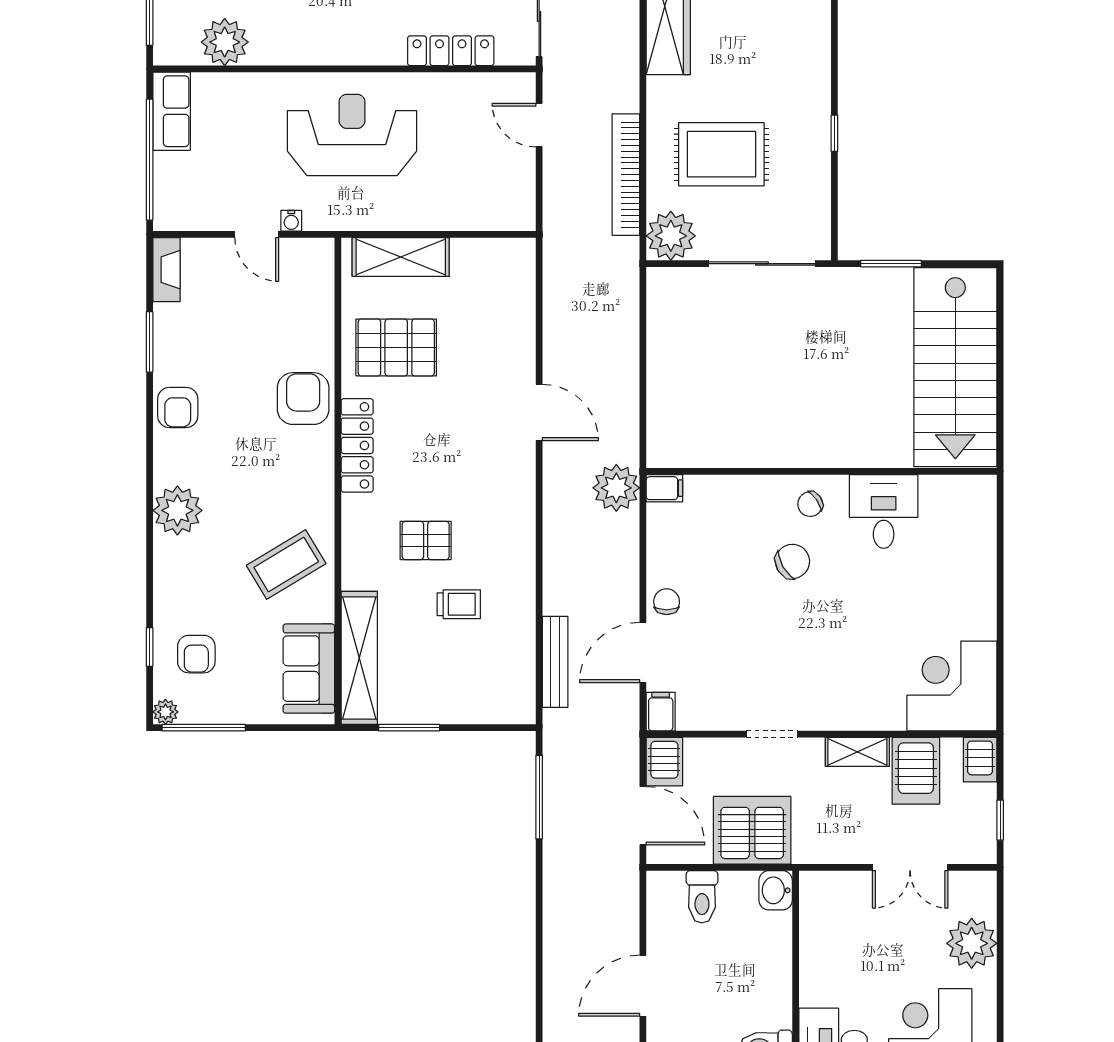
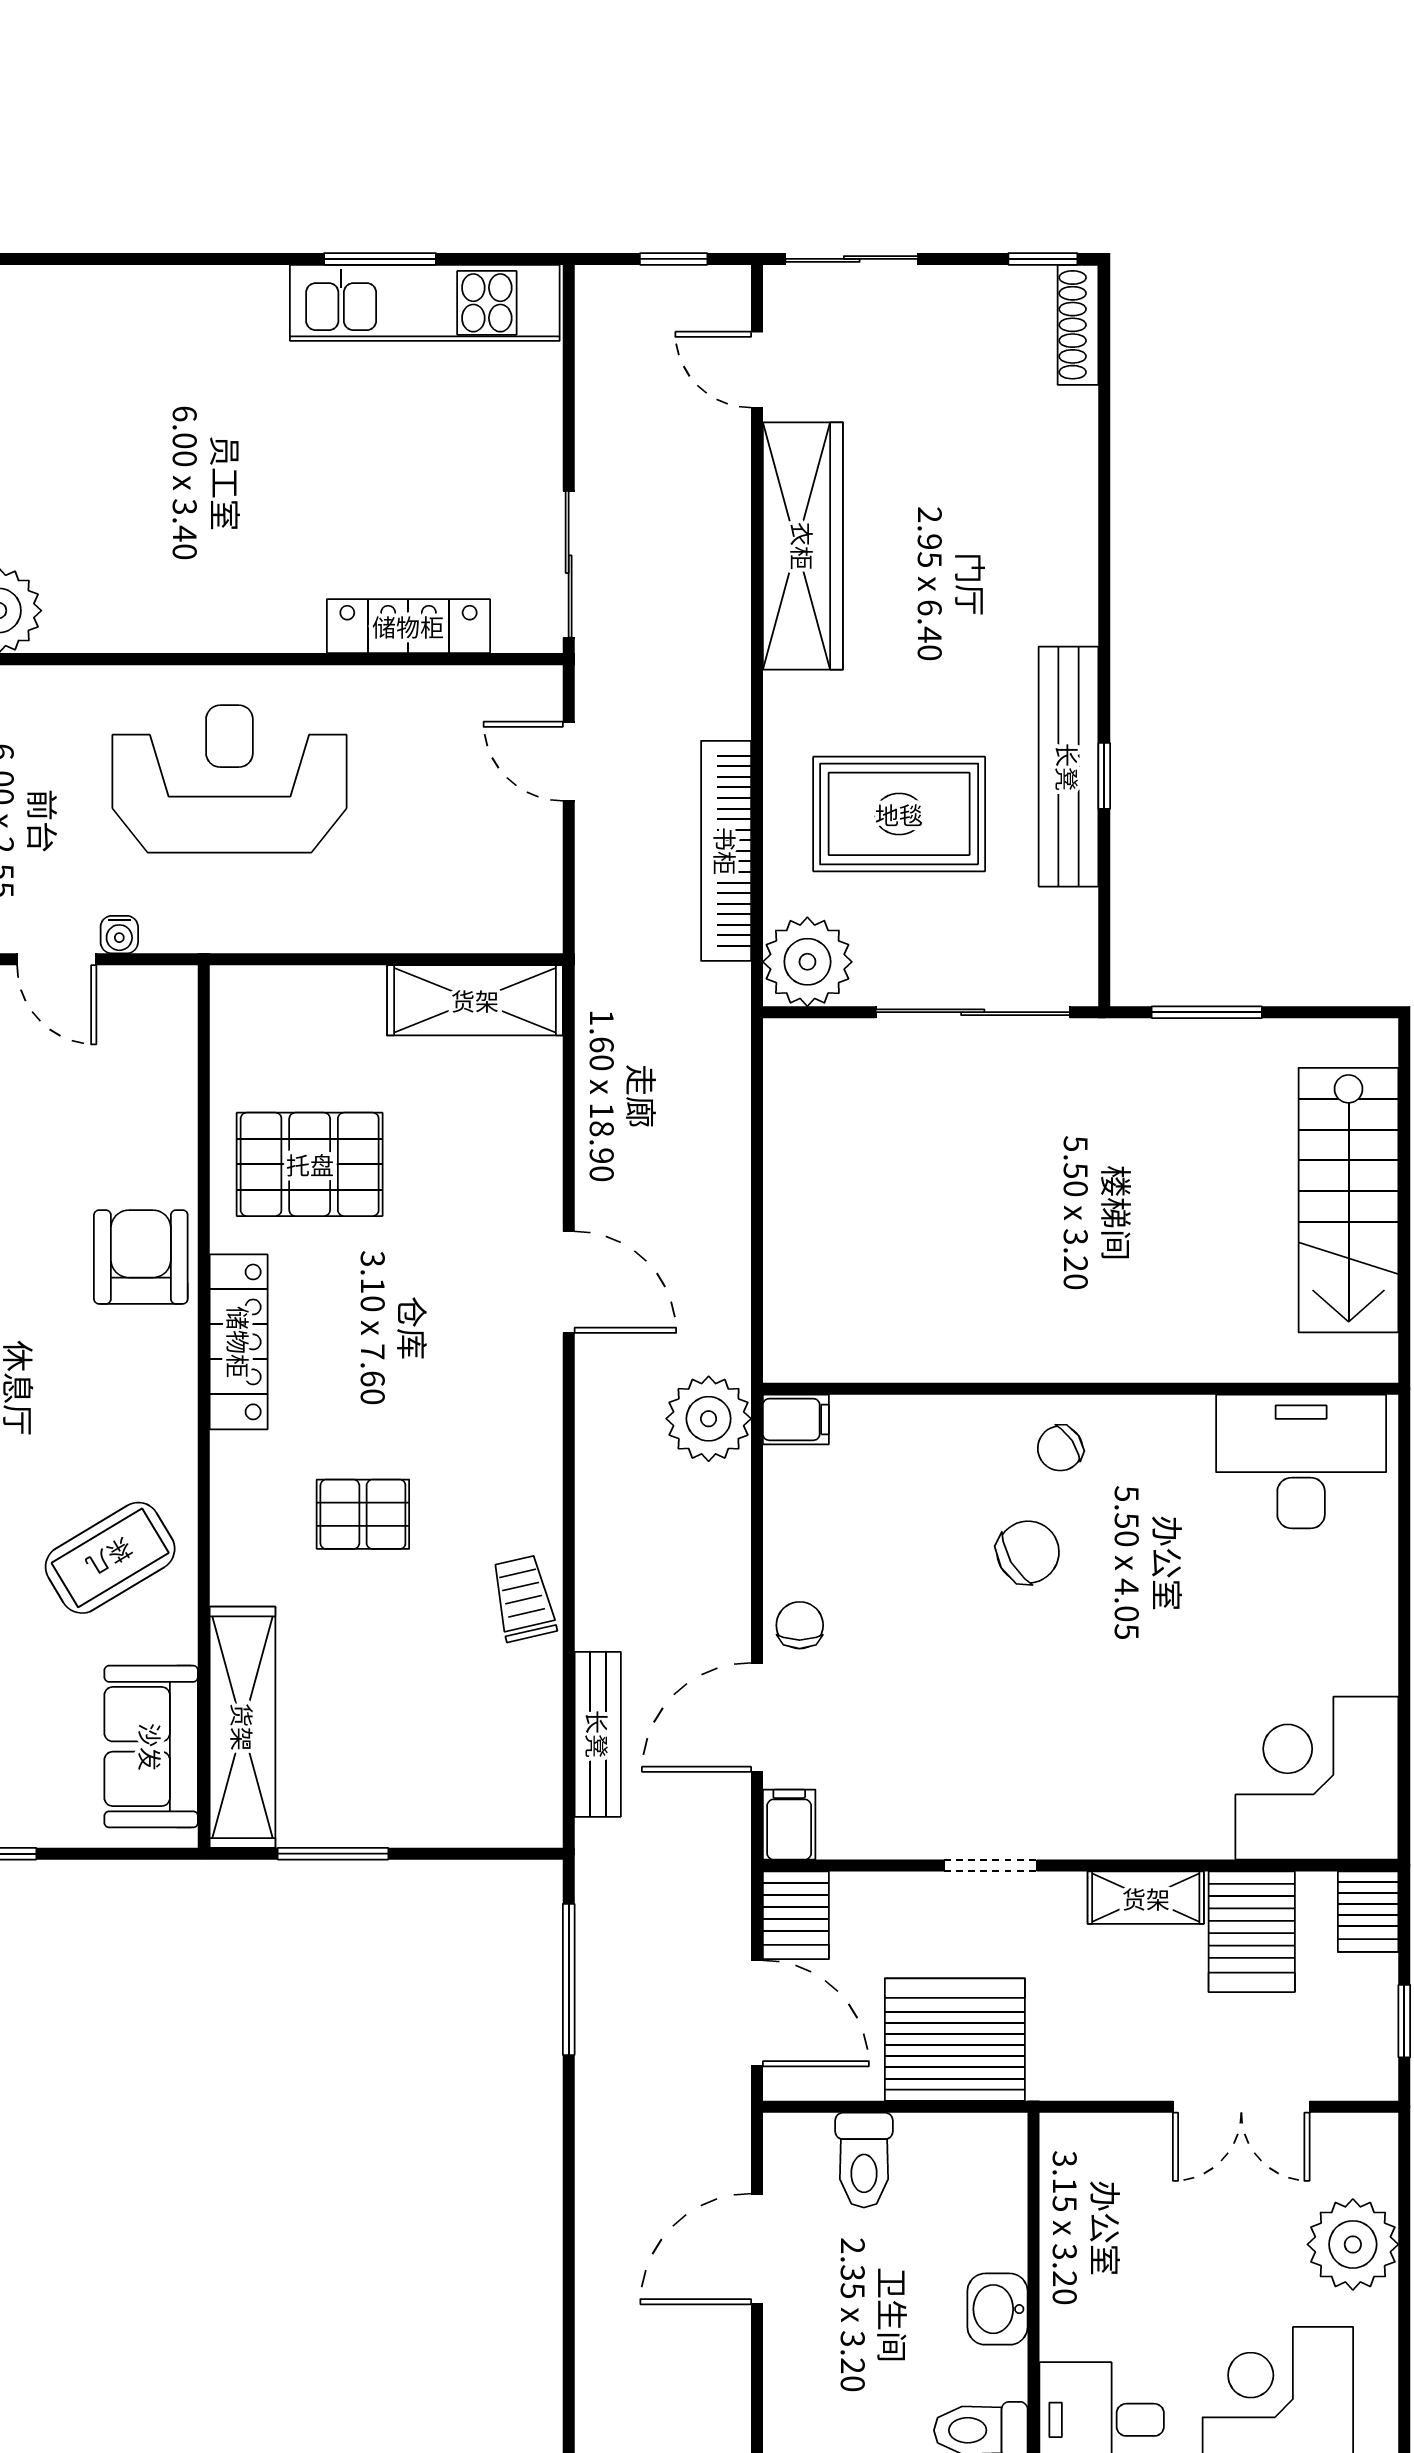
bench: (815, 128) -> (1068, 767), added
shelving: (401, 257) -> (475, 1000), moved
stairs: (955, 367) -> (1349, 1200), width x0.73, depth x0.66
desk: (884, 511) -> (1301, 1462), moved, width x1.37
trolley: (459, 604) -> (523, 1598), moved, turned -103
washbasin: (776, 890) -> (998, 2309), moved
door: (643, 986) -> (757, 2249), moved

